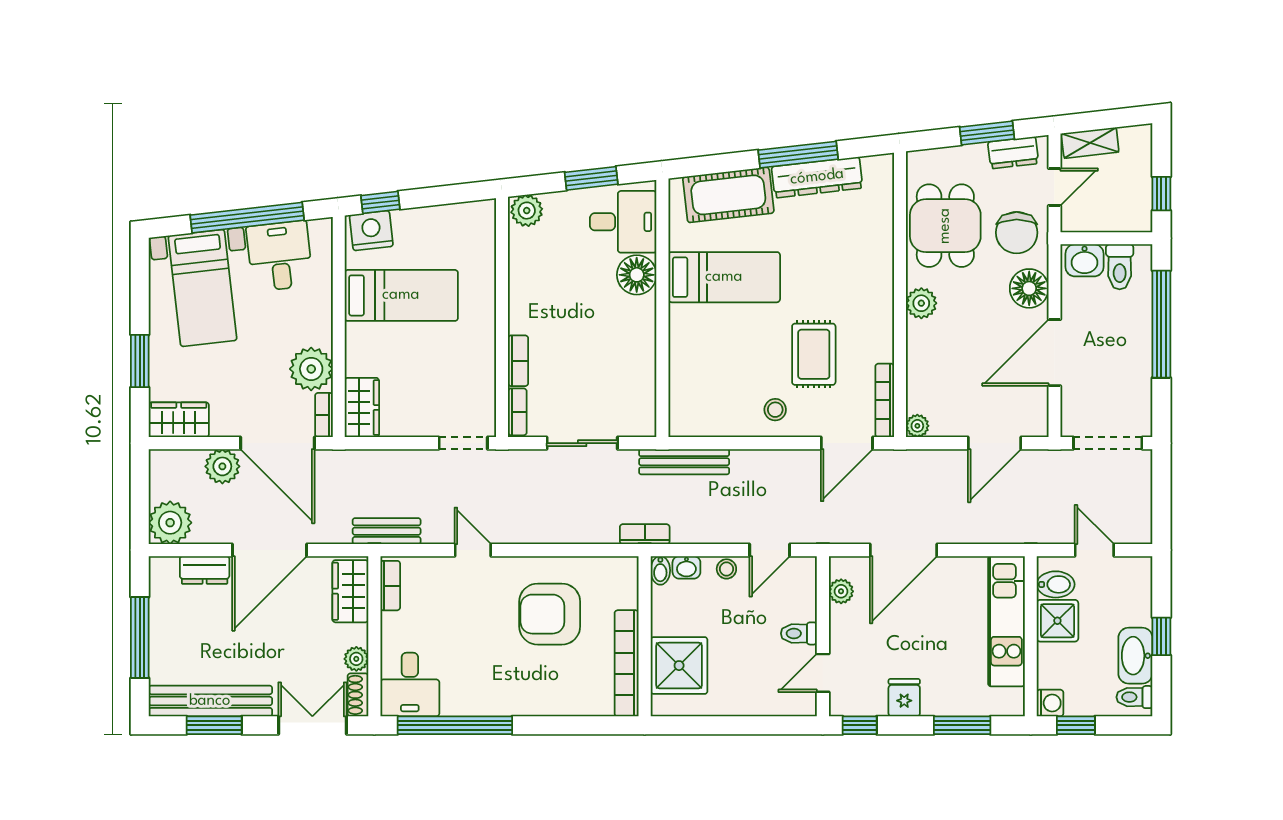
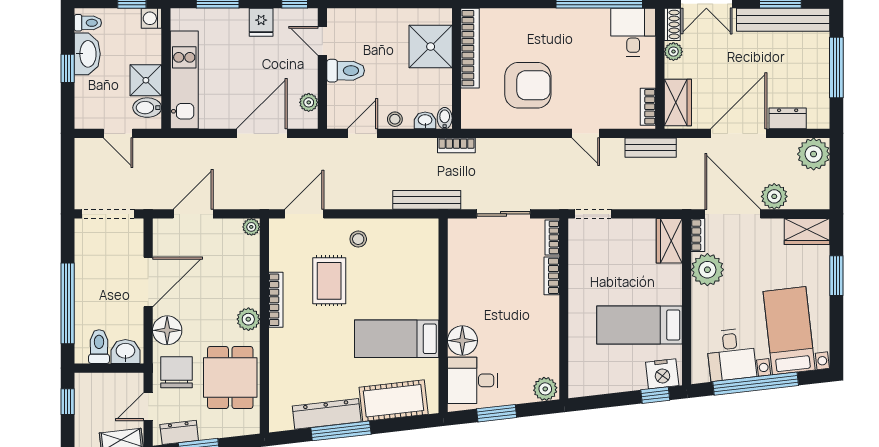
bookcase: (885, 400) -> (276, 300), moved
toilet: (799, 633) -> (346, 71), width x1.37, depth x1.39
door: (823, 673) -> (322, 41), swing flipped

